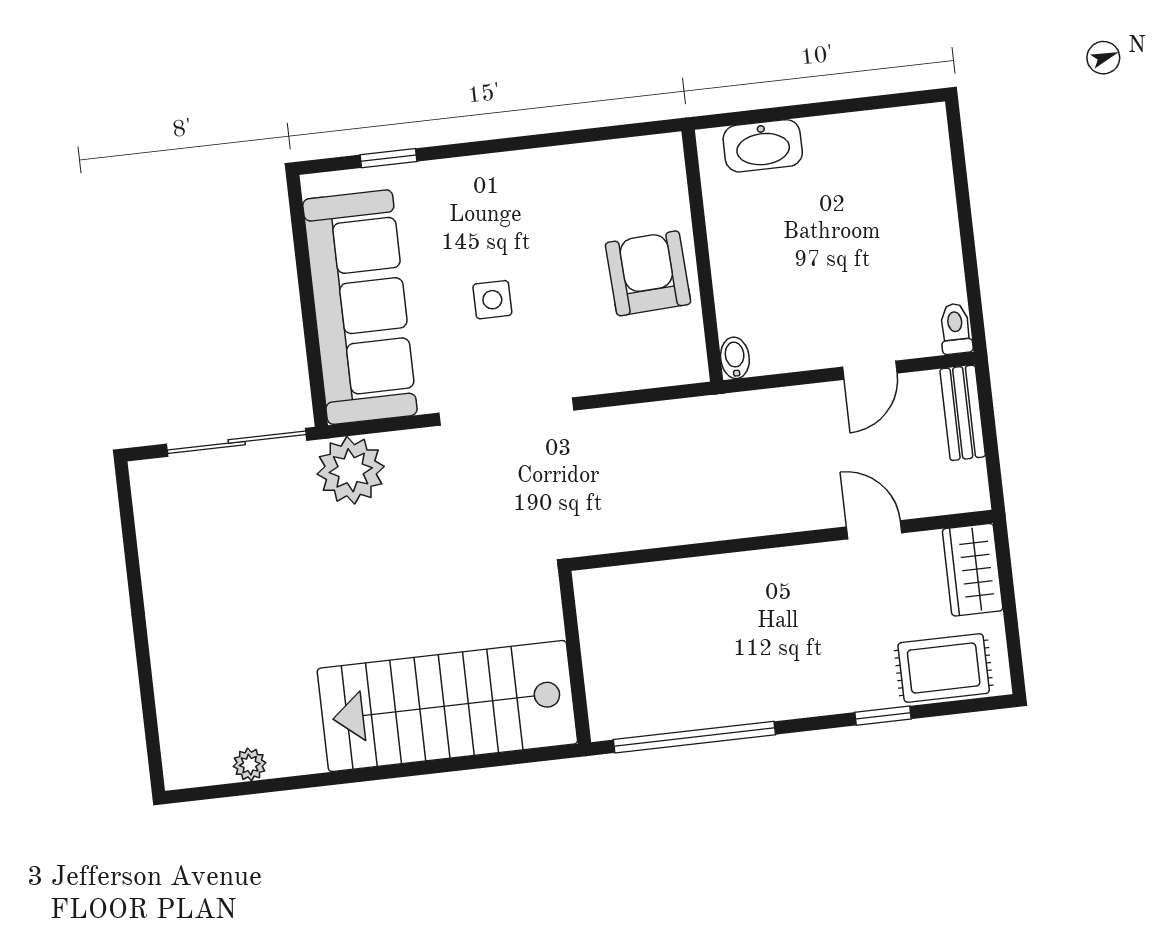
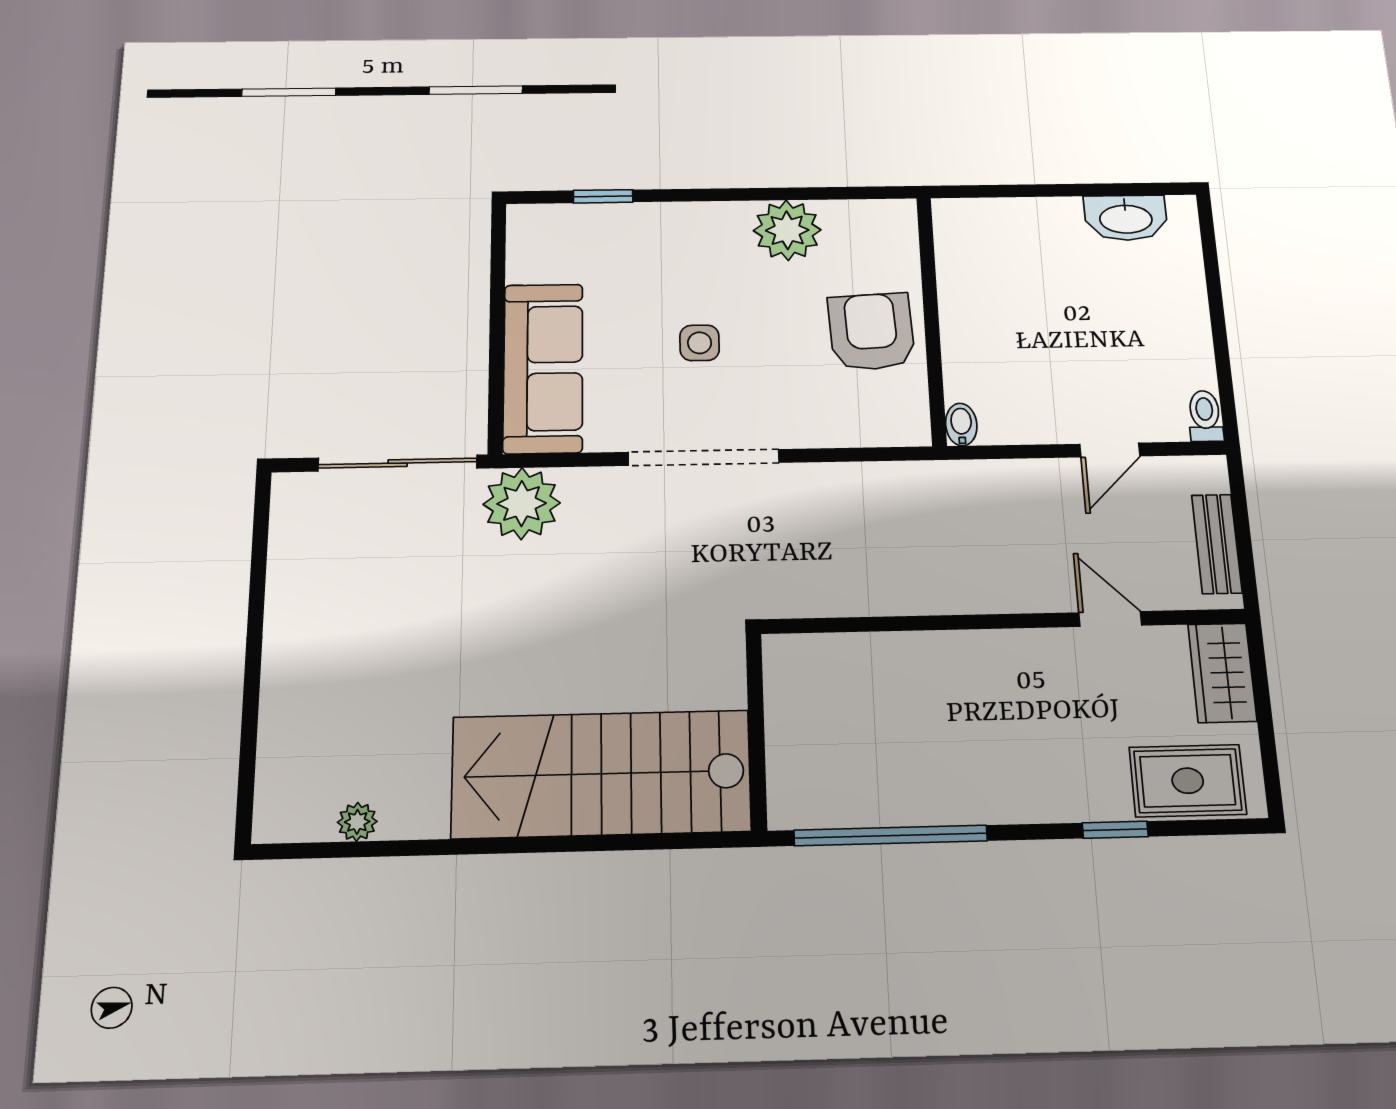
washbasin: (763, 146) -> (1126, 218), moved
plant: (563, 177) -> (787, 230), added
sofa: (360, 307) -> (543, 368), width x0.74, depth x0.79
bench: (963, 413) -> (1217, 544), moved

